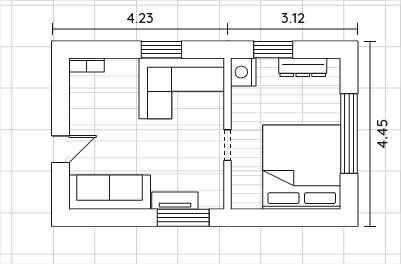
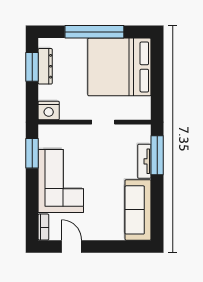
window: (161, 50) -> (32, 153), moved
window: (273, 50) -> (32, 67), moved
corner sofa: (182, 88) -> (61, 181), moved
door: (61, 149) -> (71, 246), moved

